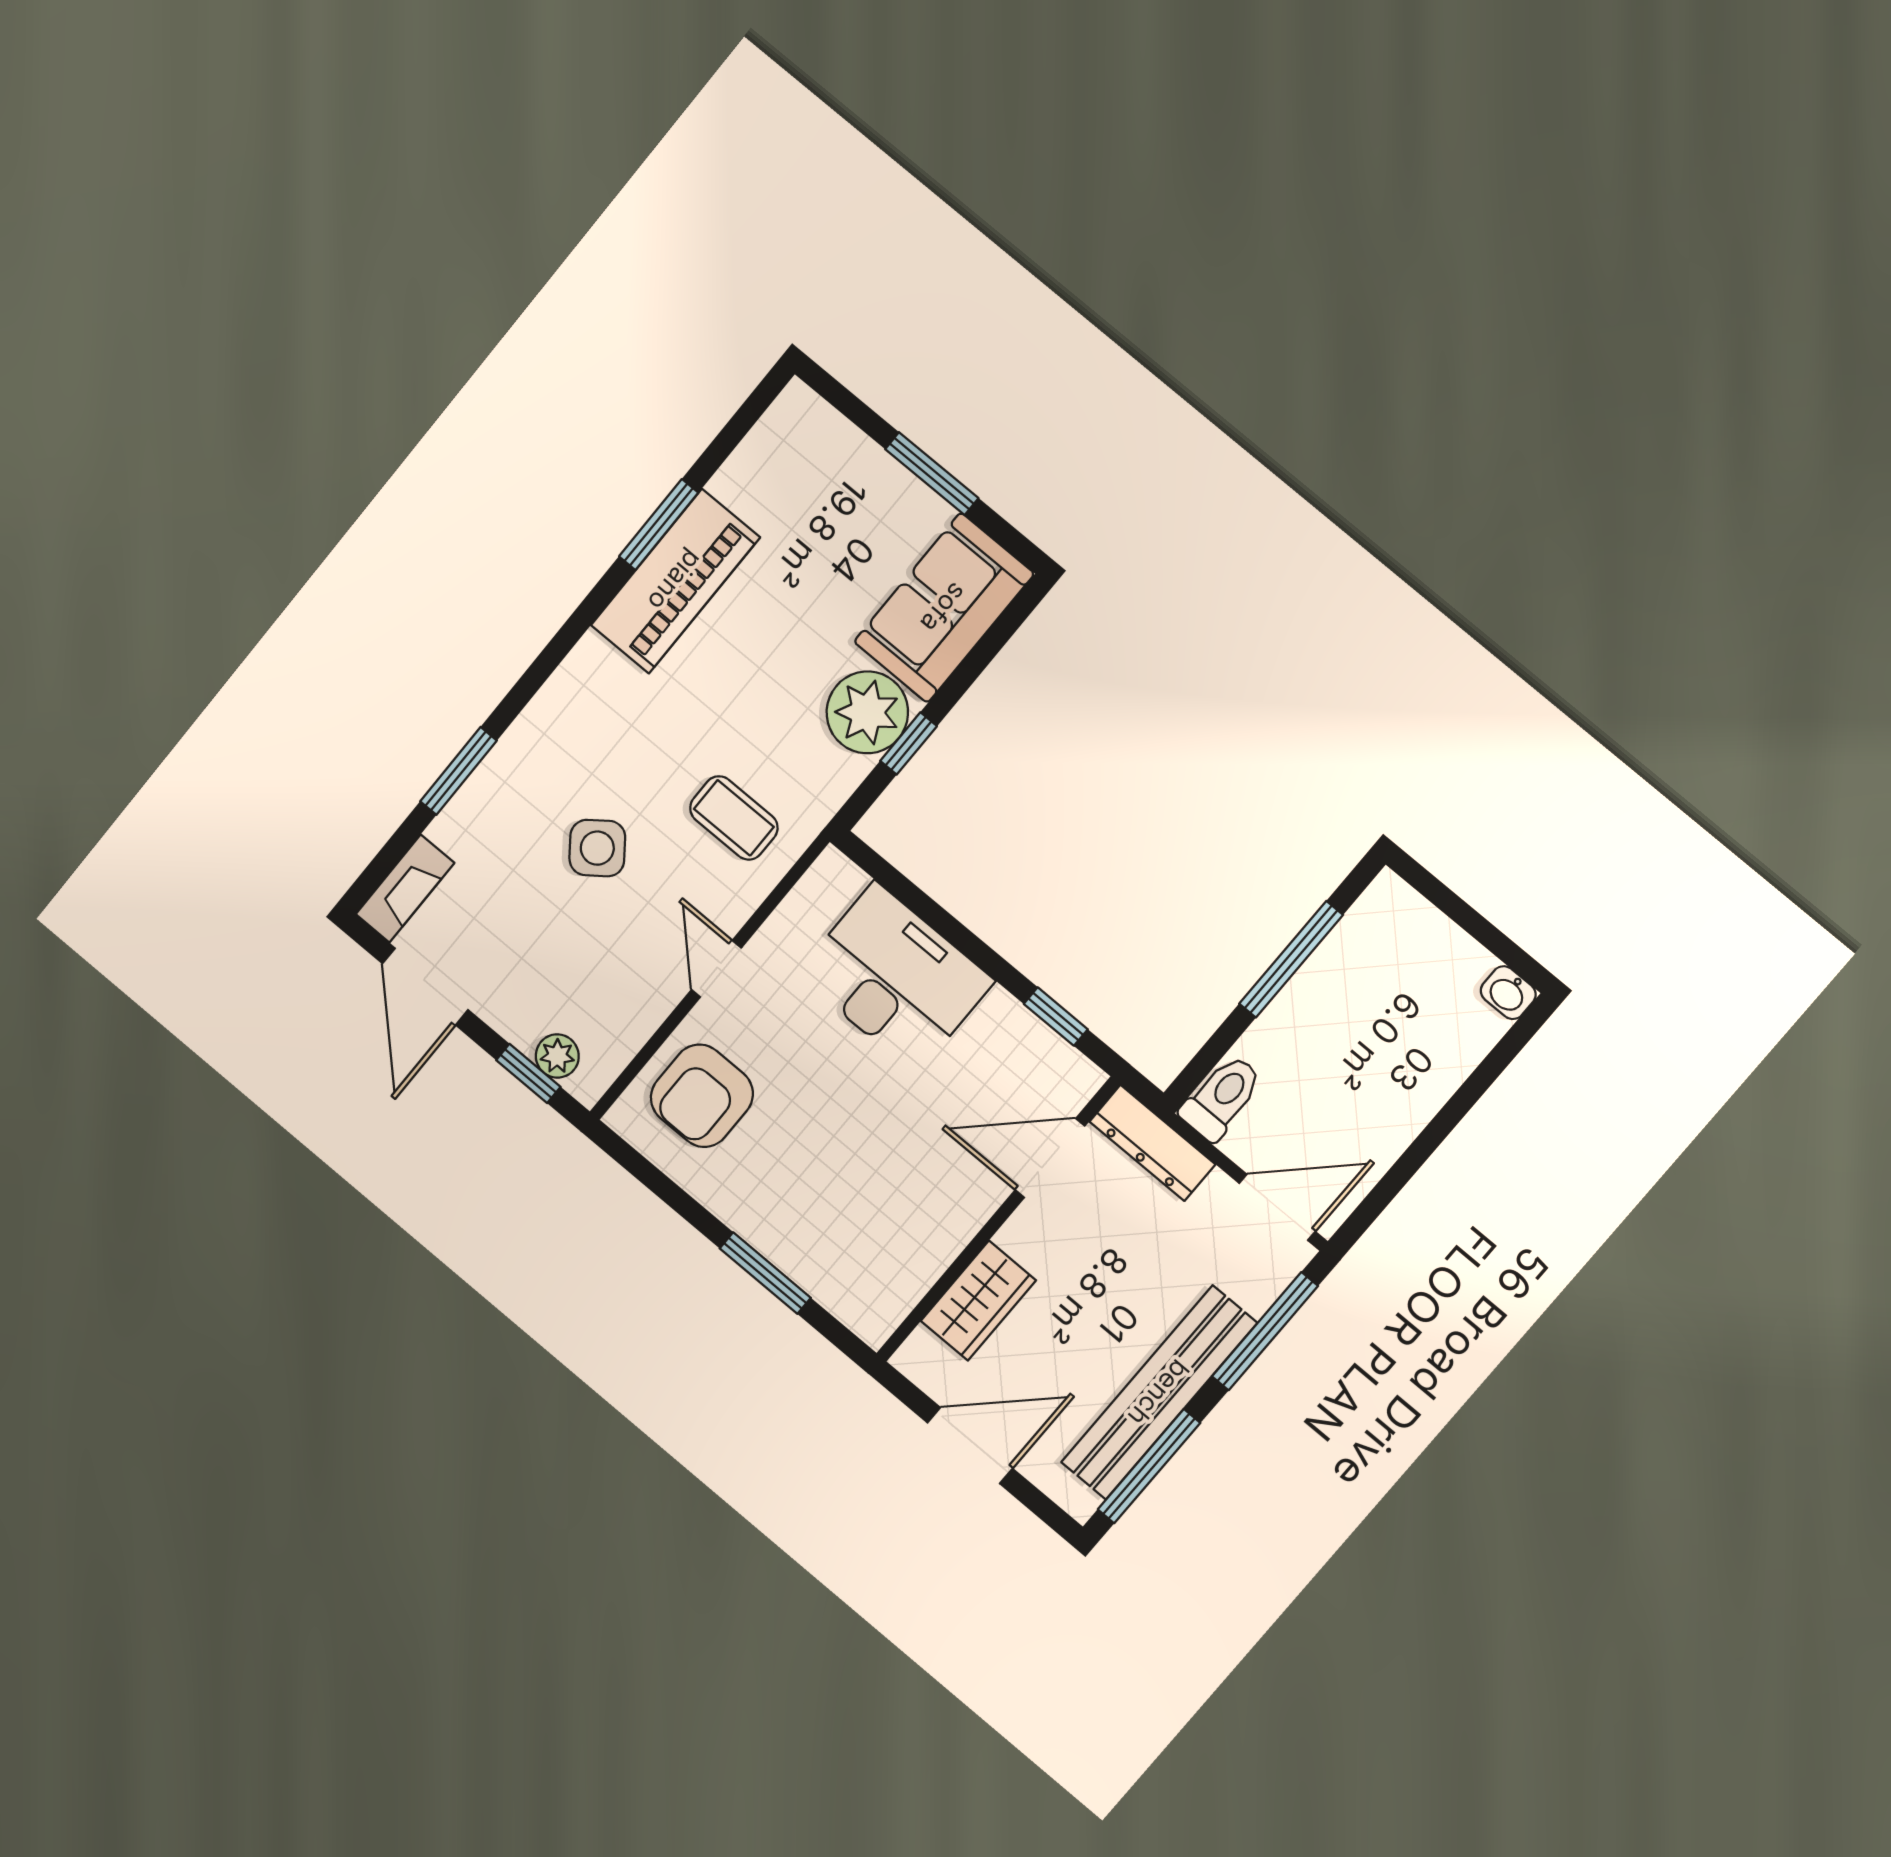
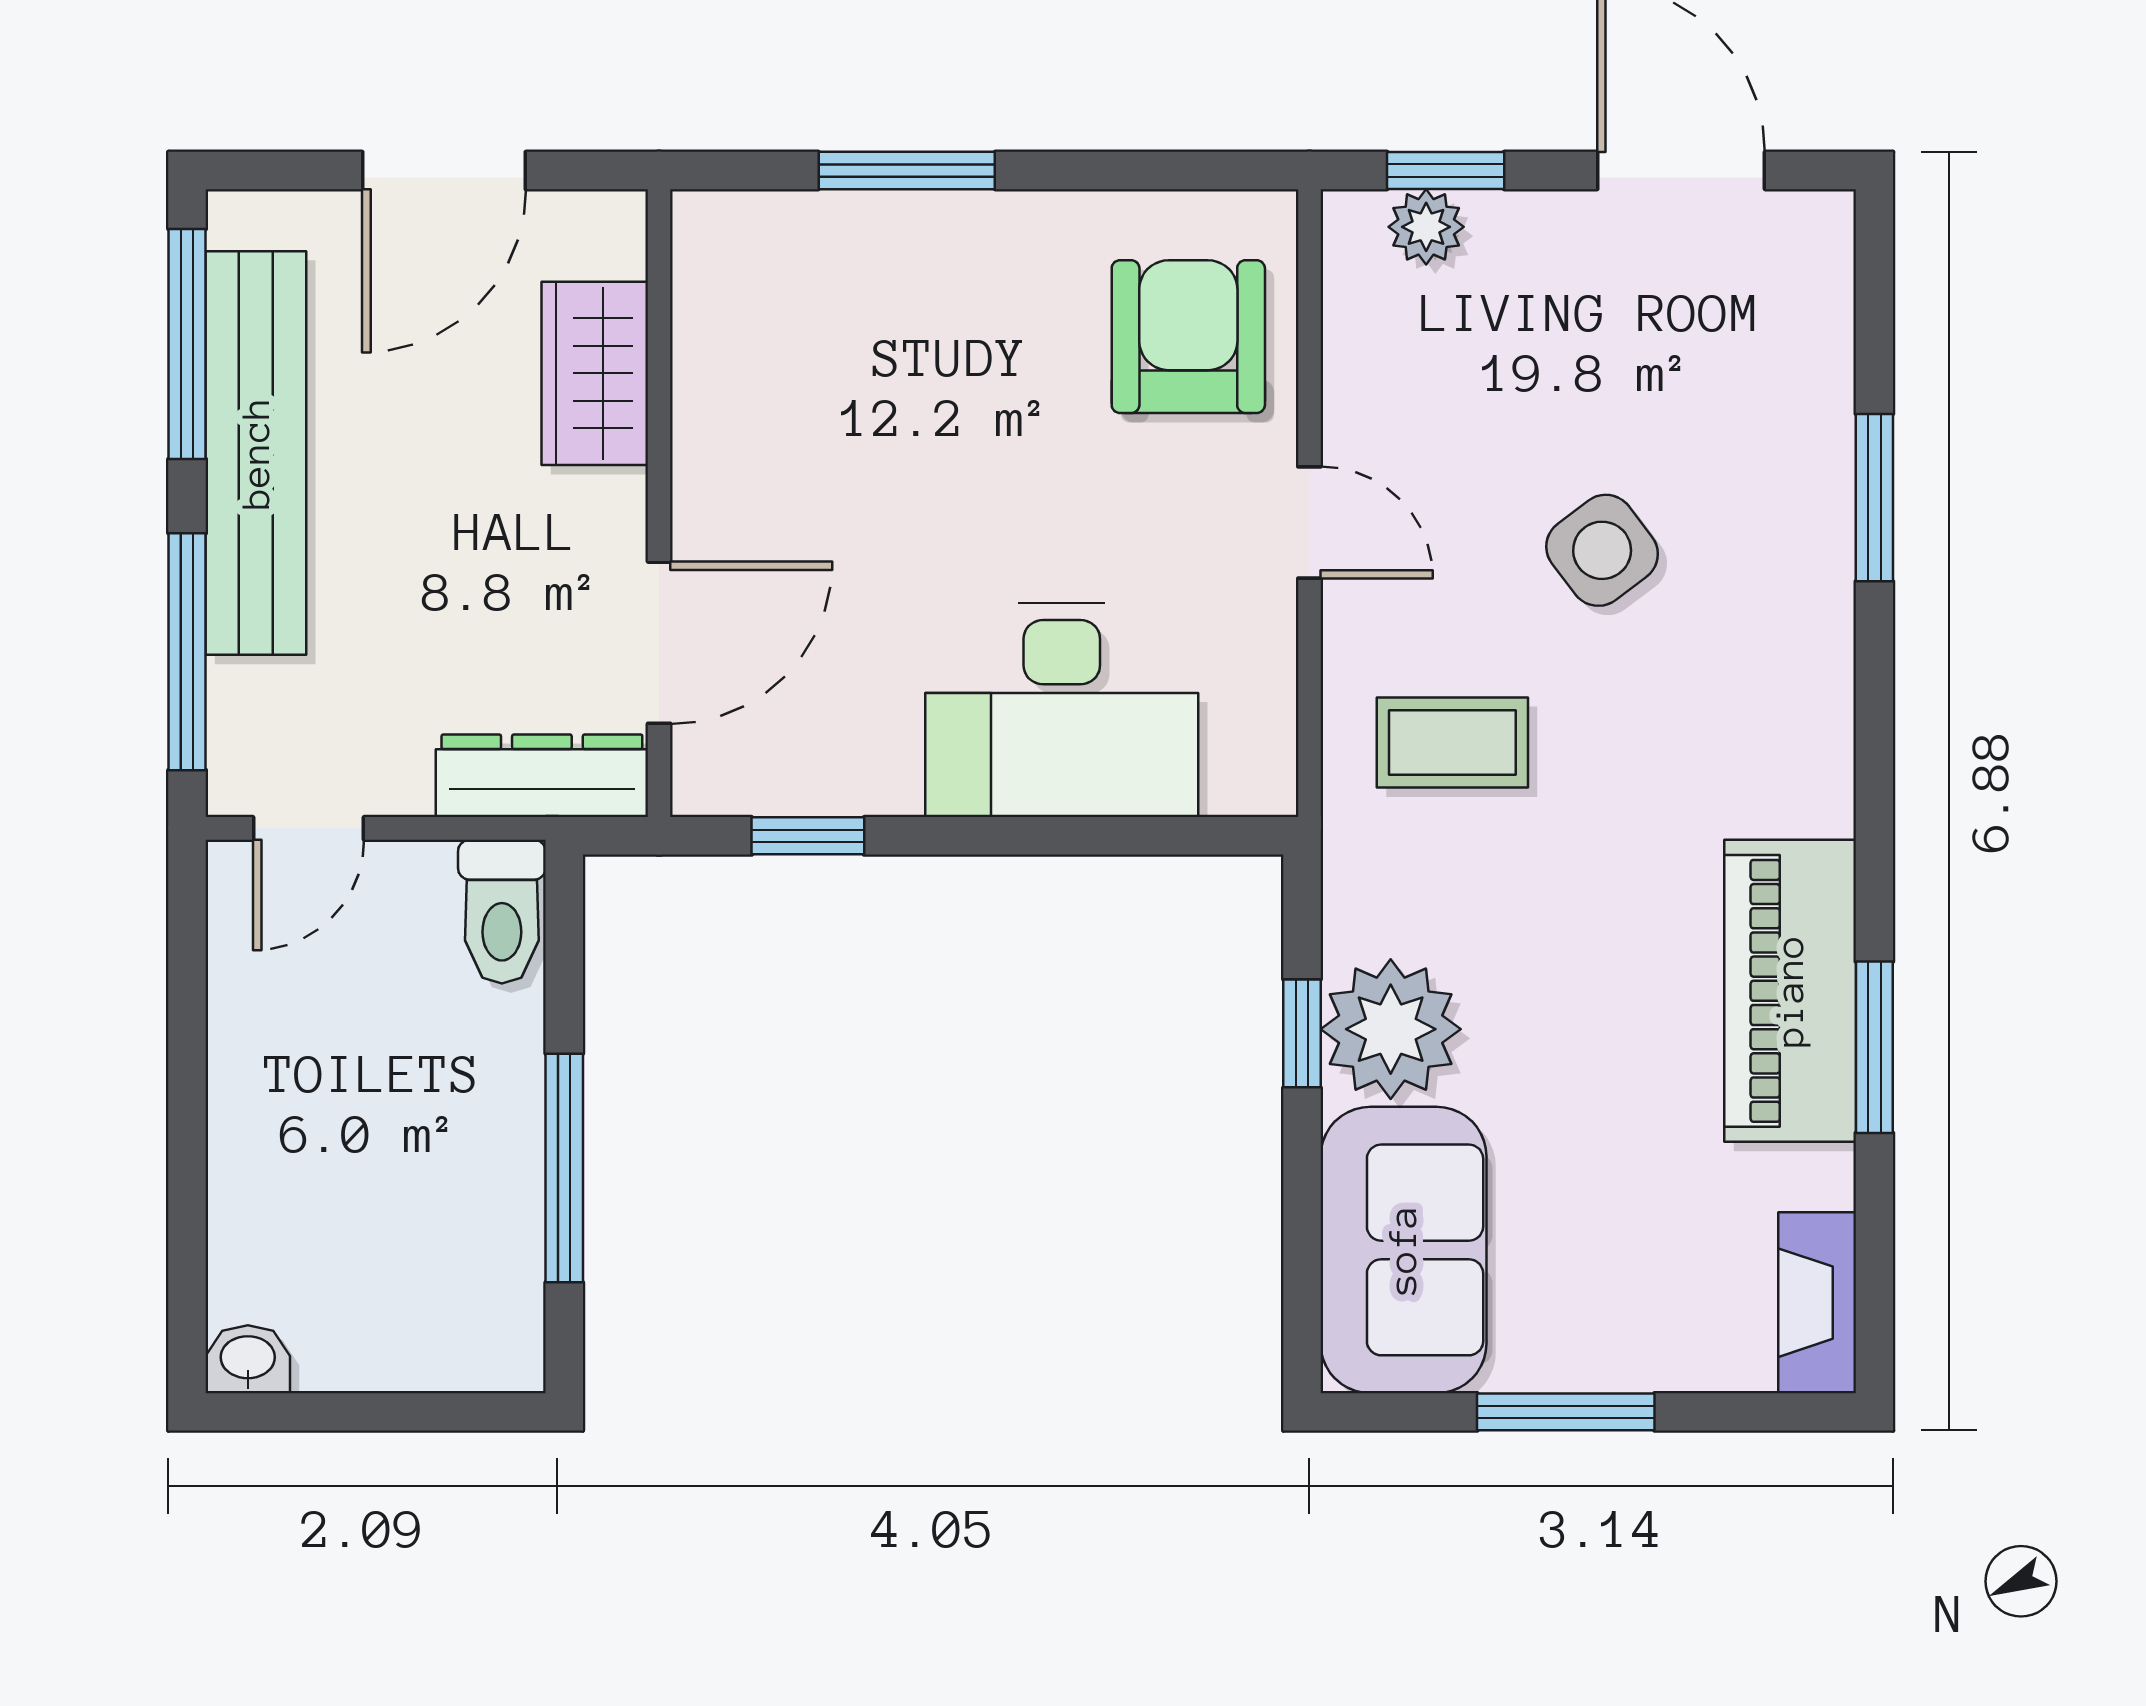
fireplace: (405, 889) -> (1817, 1303), moved
door: (1277, 1207) -> (308, 828), width x0.73

